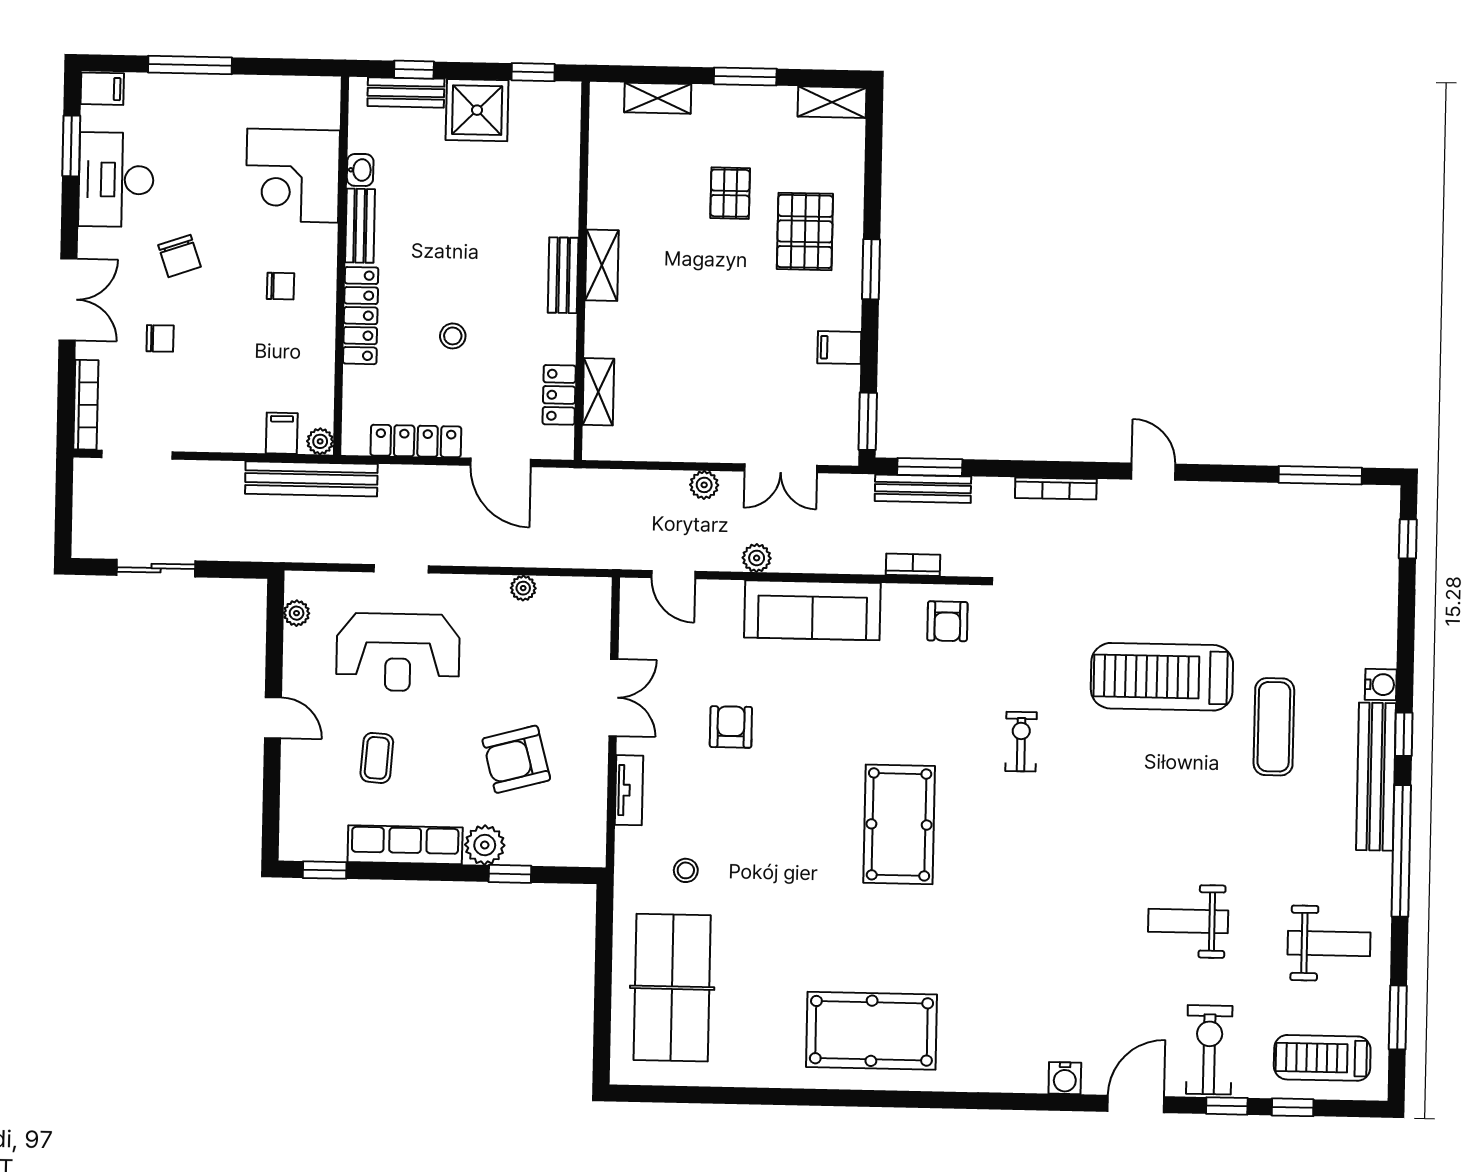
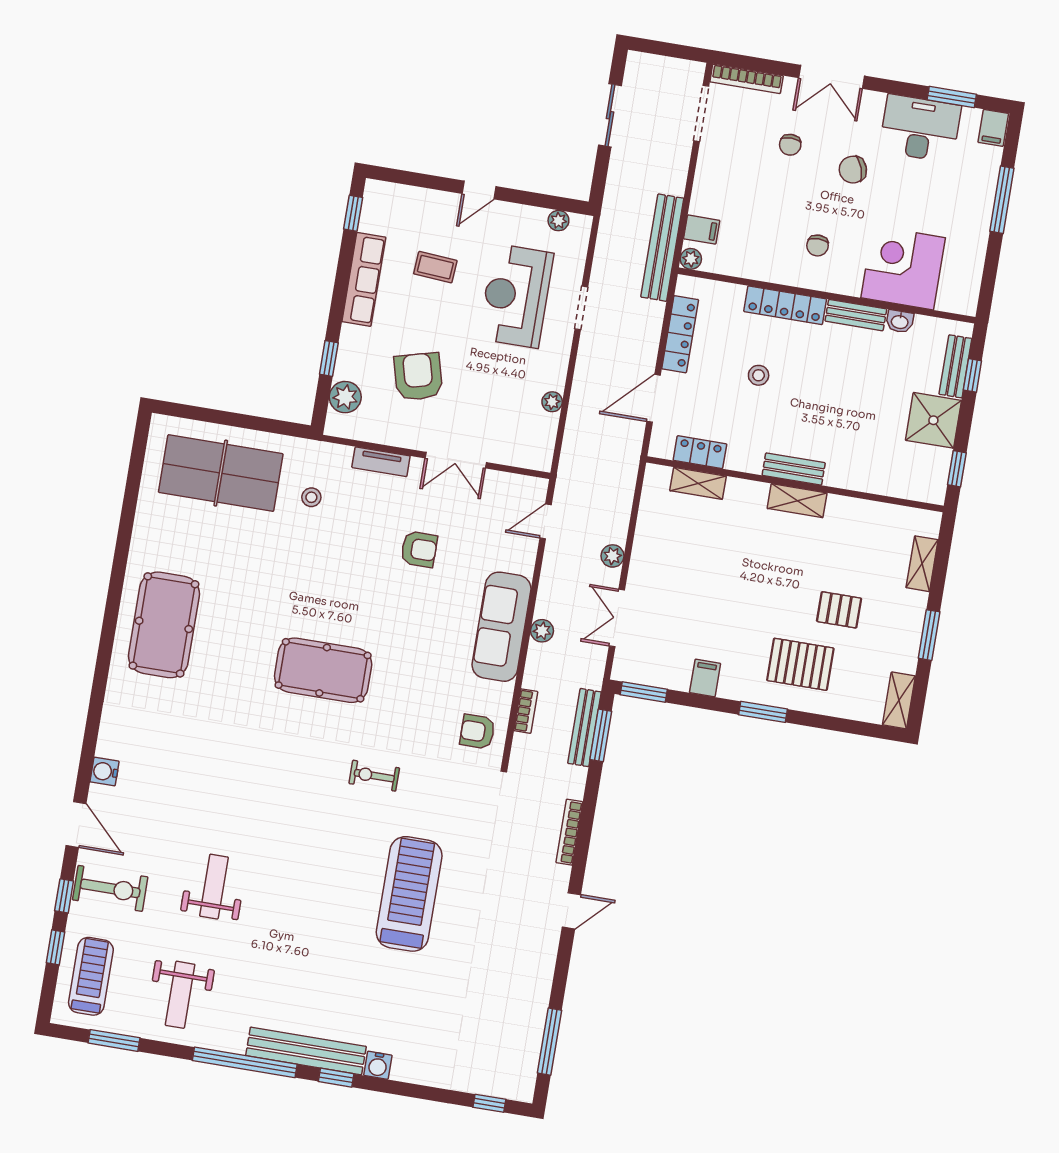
plant: (757, 558) -> (542, 631), moved
exercise mat: (1274, 727) -> (357, 976), removed
exercise bike: (1021, 742) -> (374, 776), turned 180
plant: (485, 845) -> (345, 397), moved

